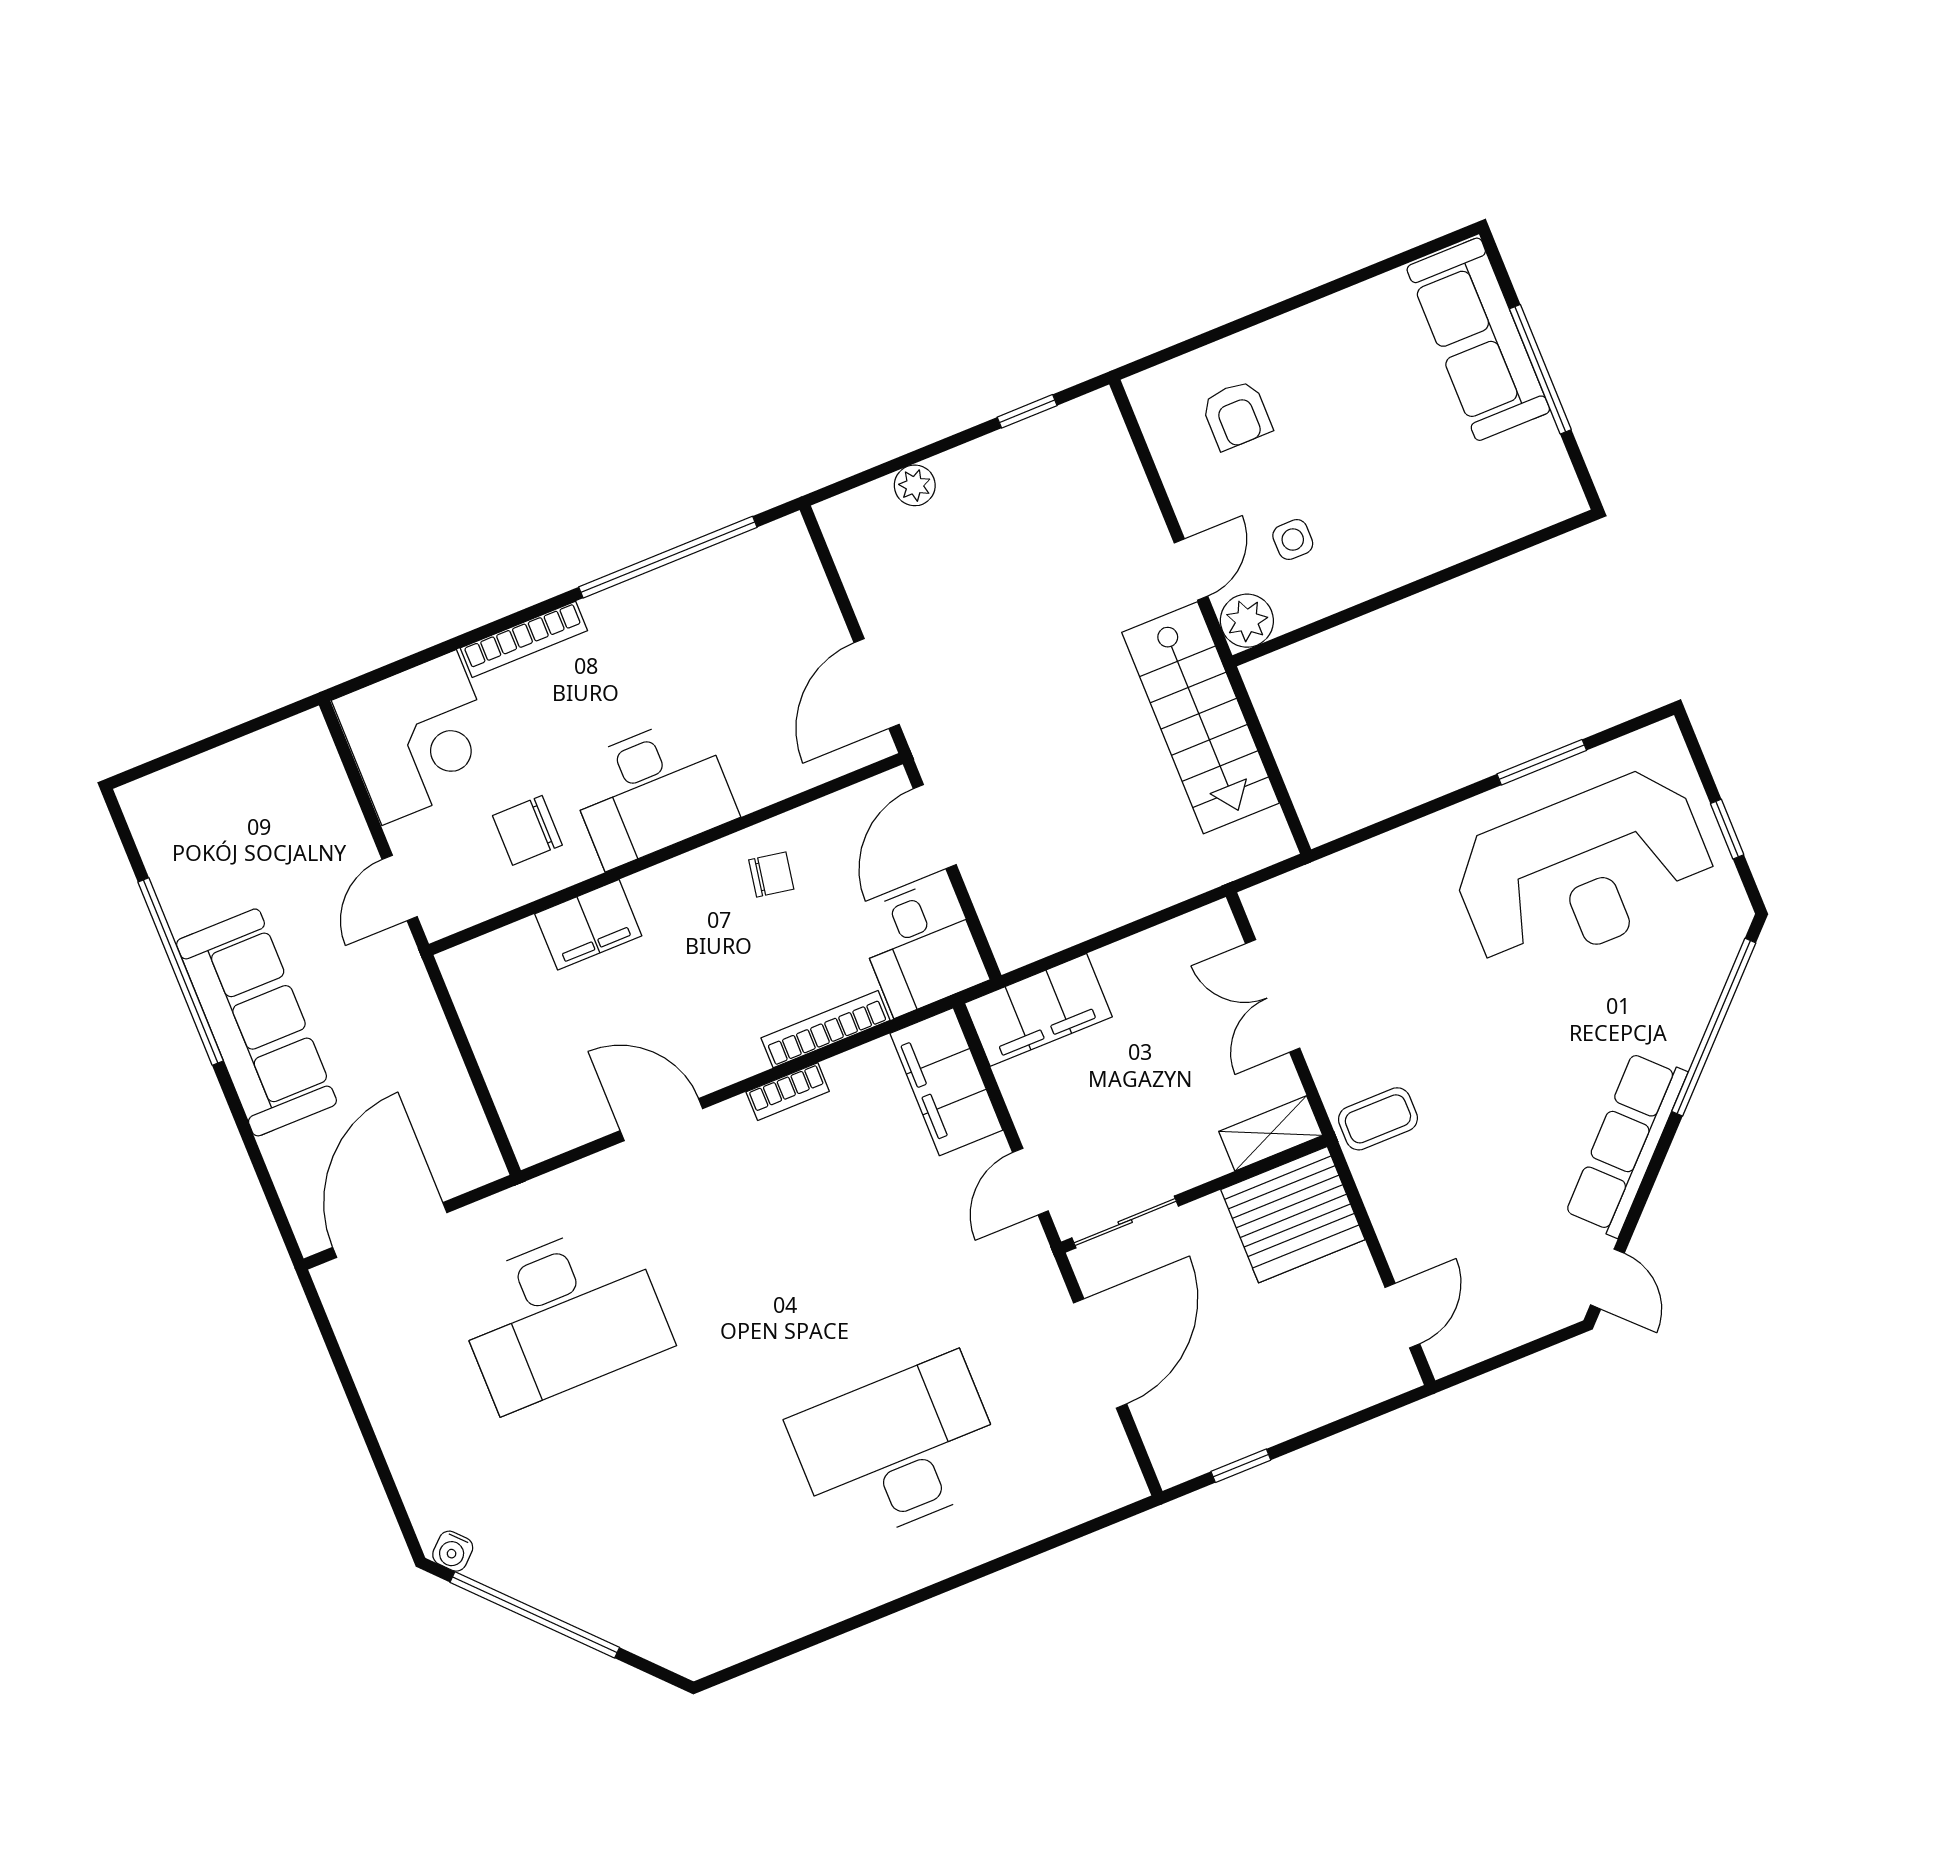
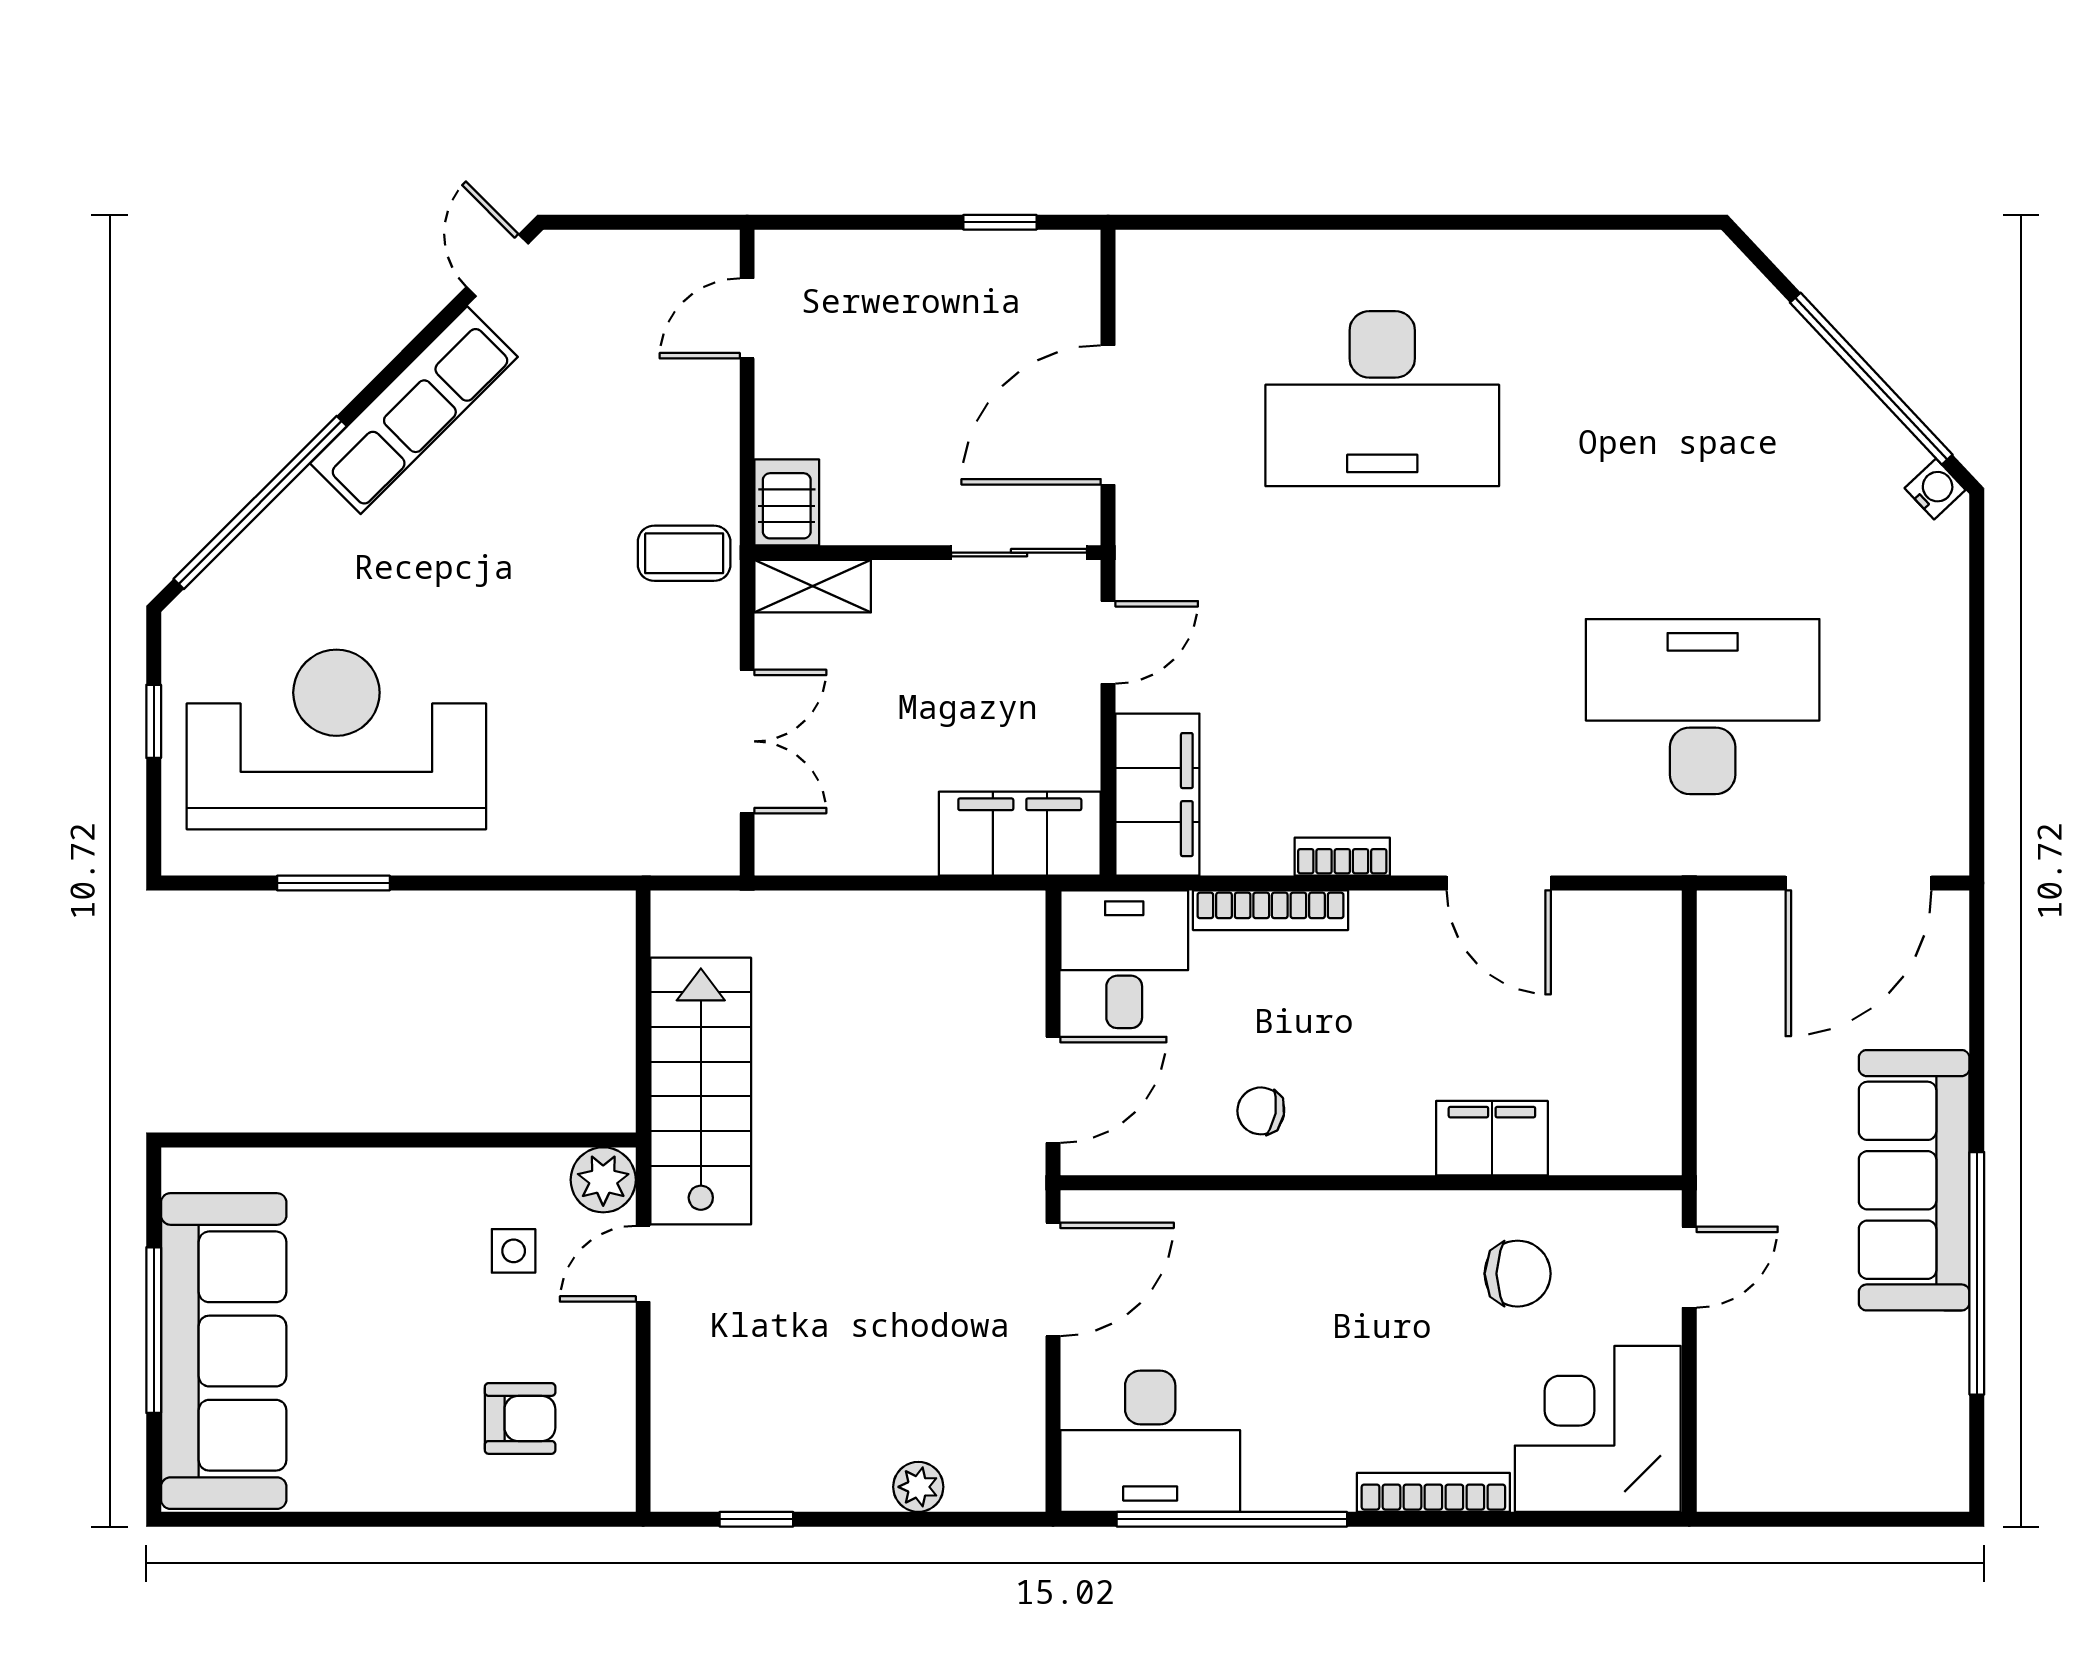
sofa: (1478, 339) -> (224, 1351), width x1.36, depth x1.27
armchair: (1236, 415) -> (520, 1418), turned 90
desk: (651, 791) -> (1150, 1441), moved, turned 180
server rack: (1293, 1215) -> (787, 502), width x0.46, depth x0.70

